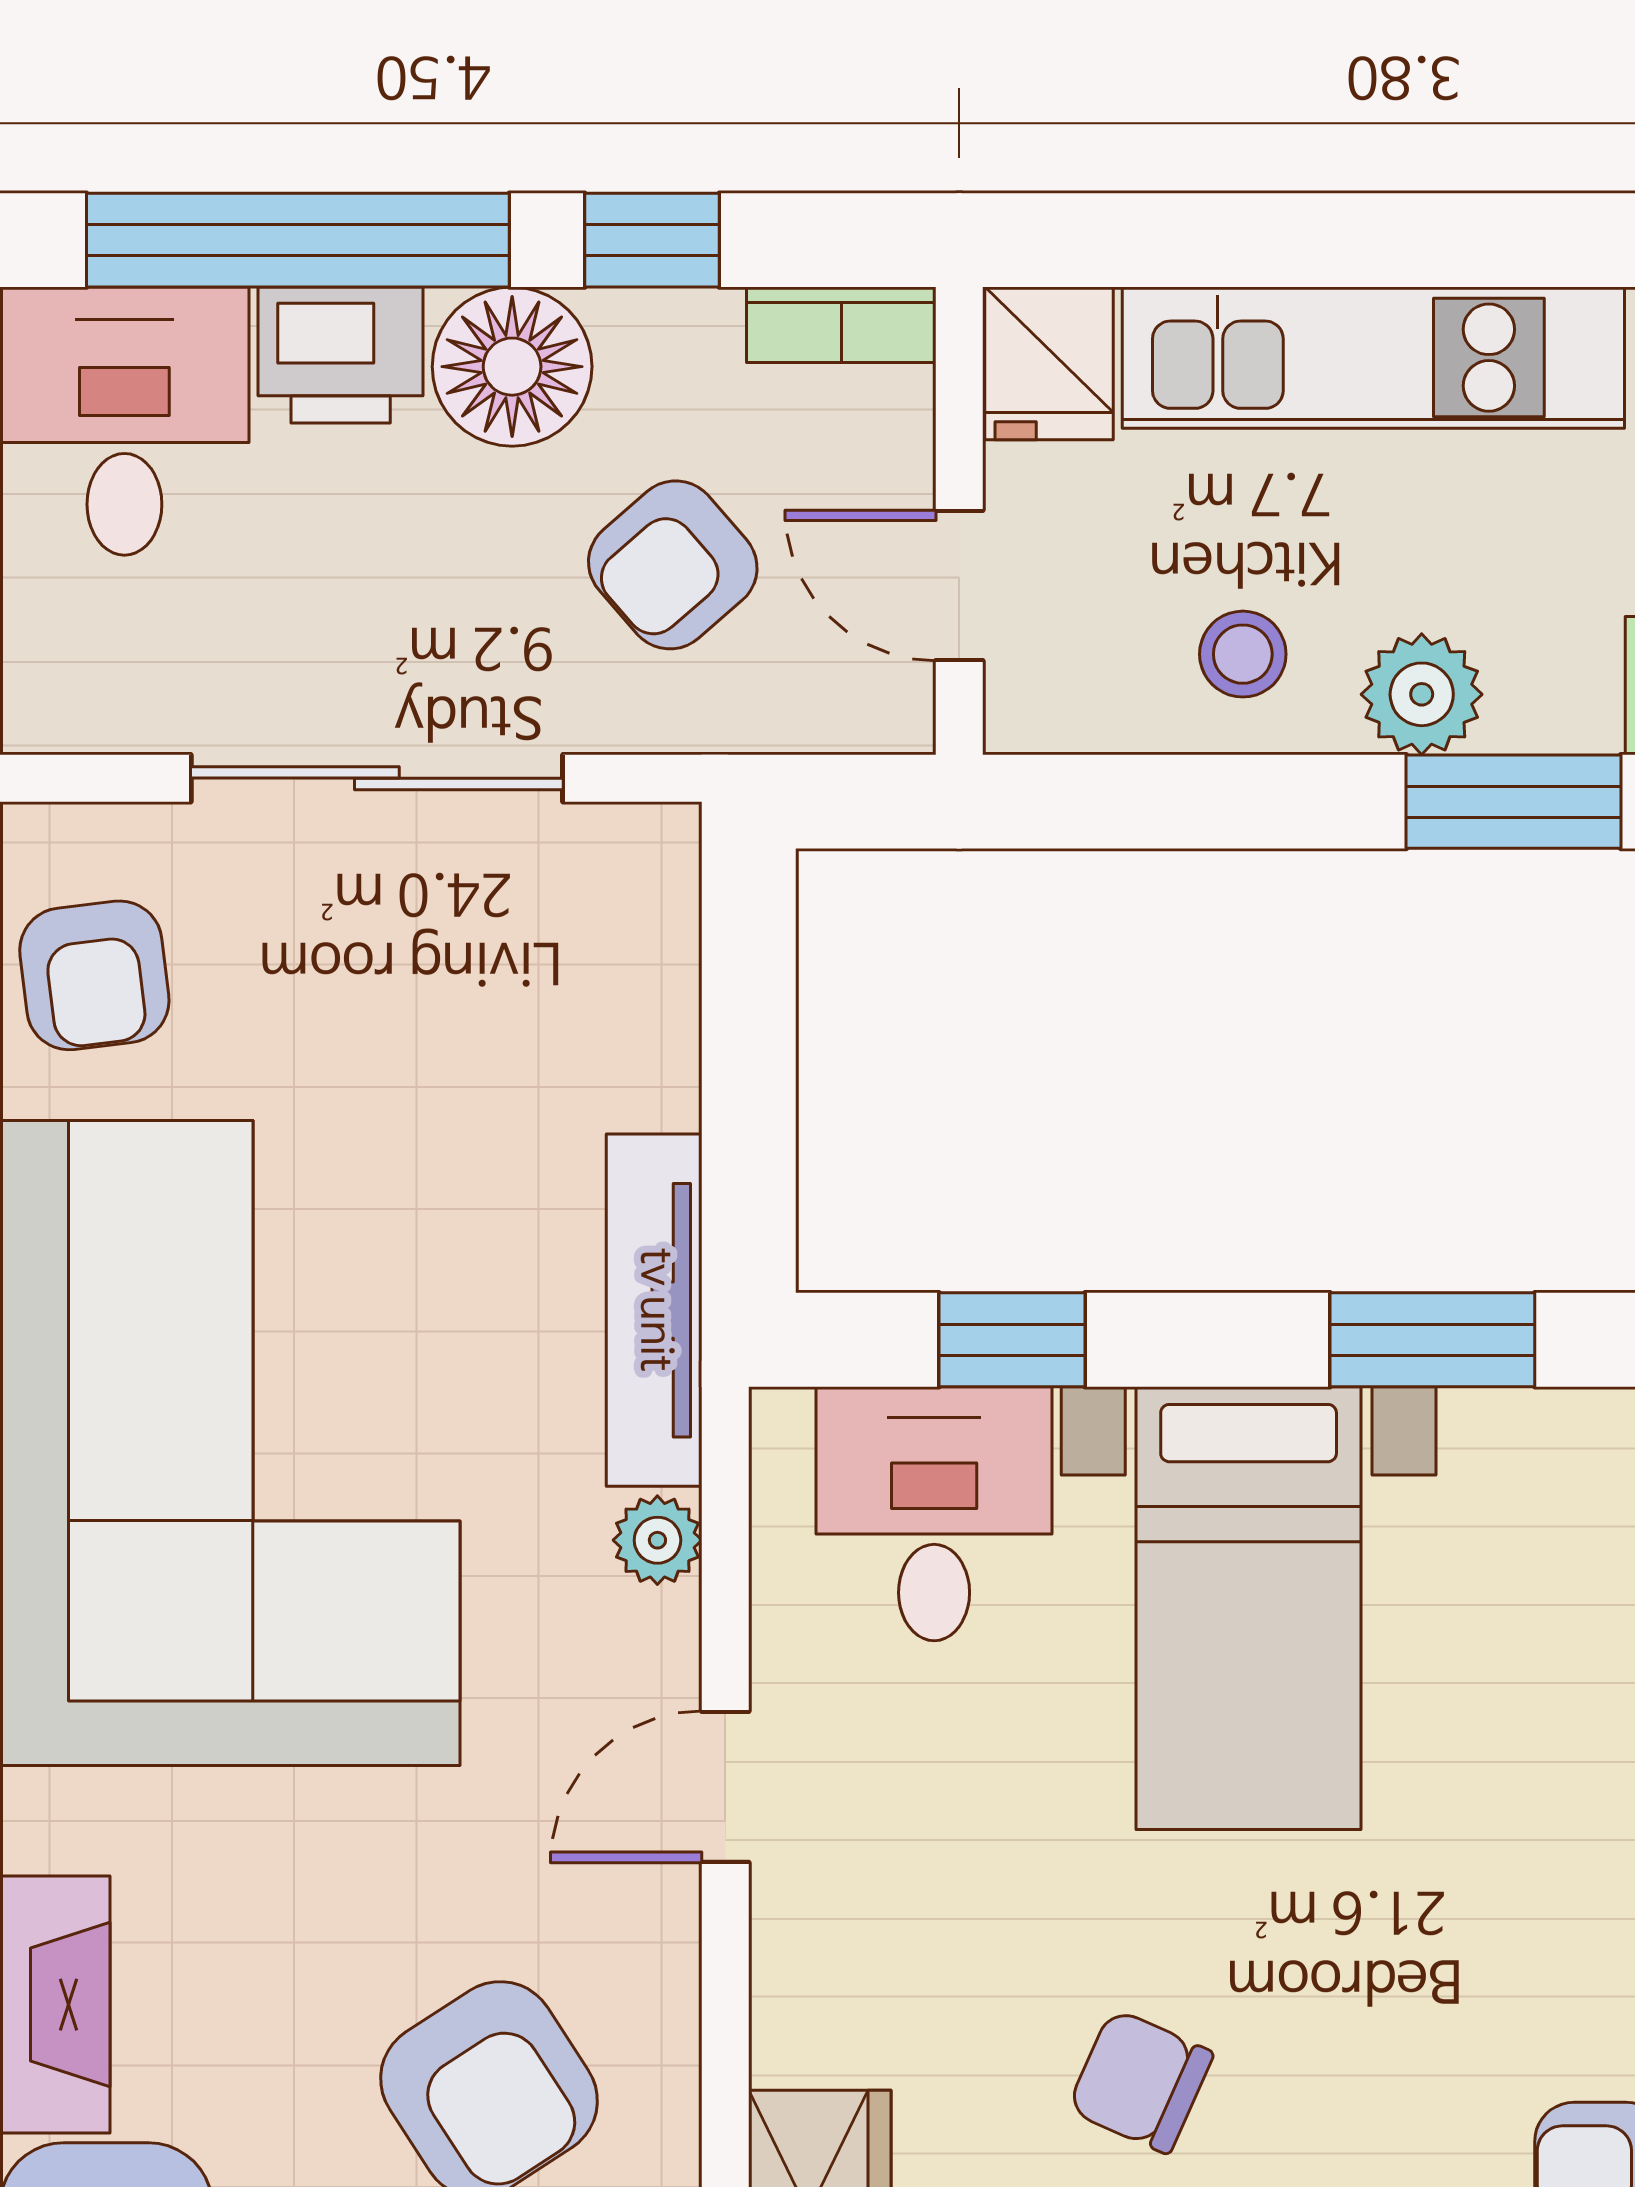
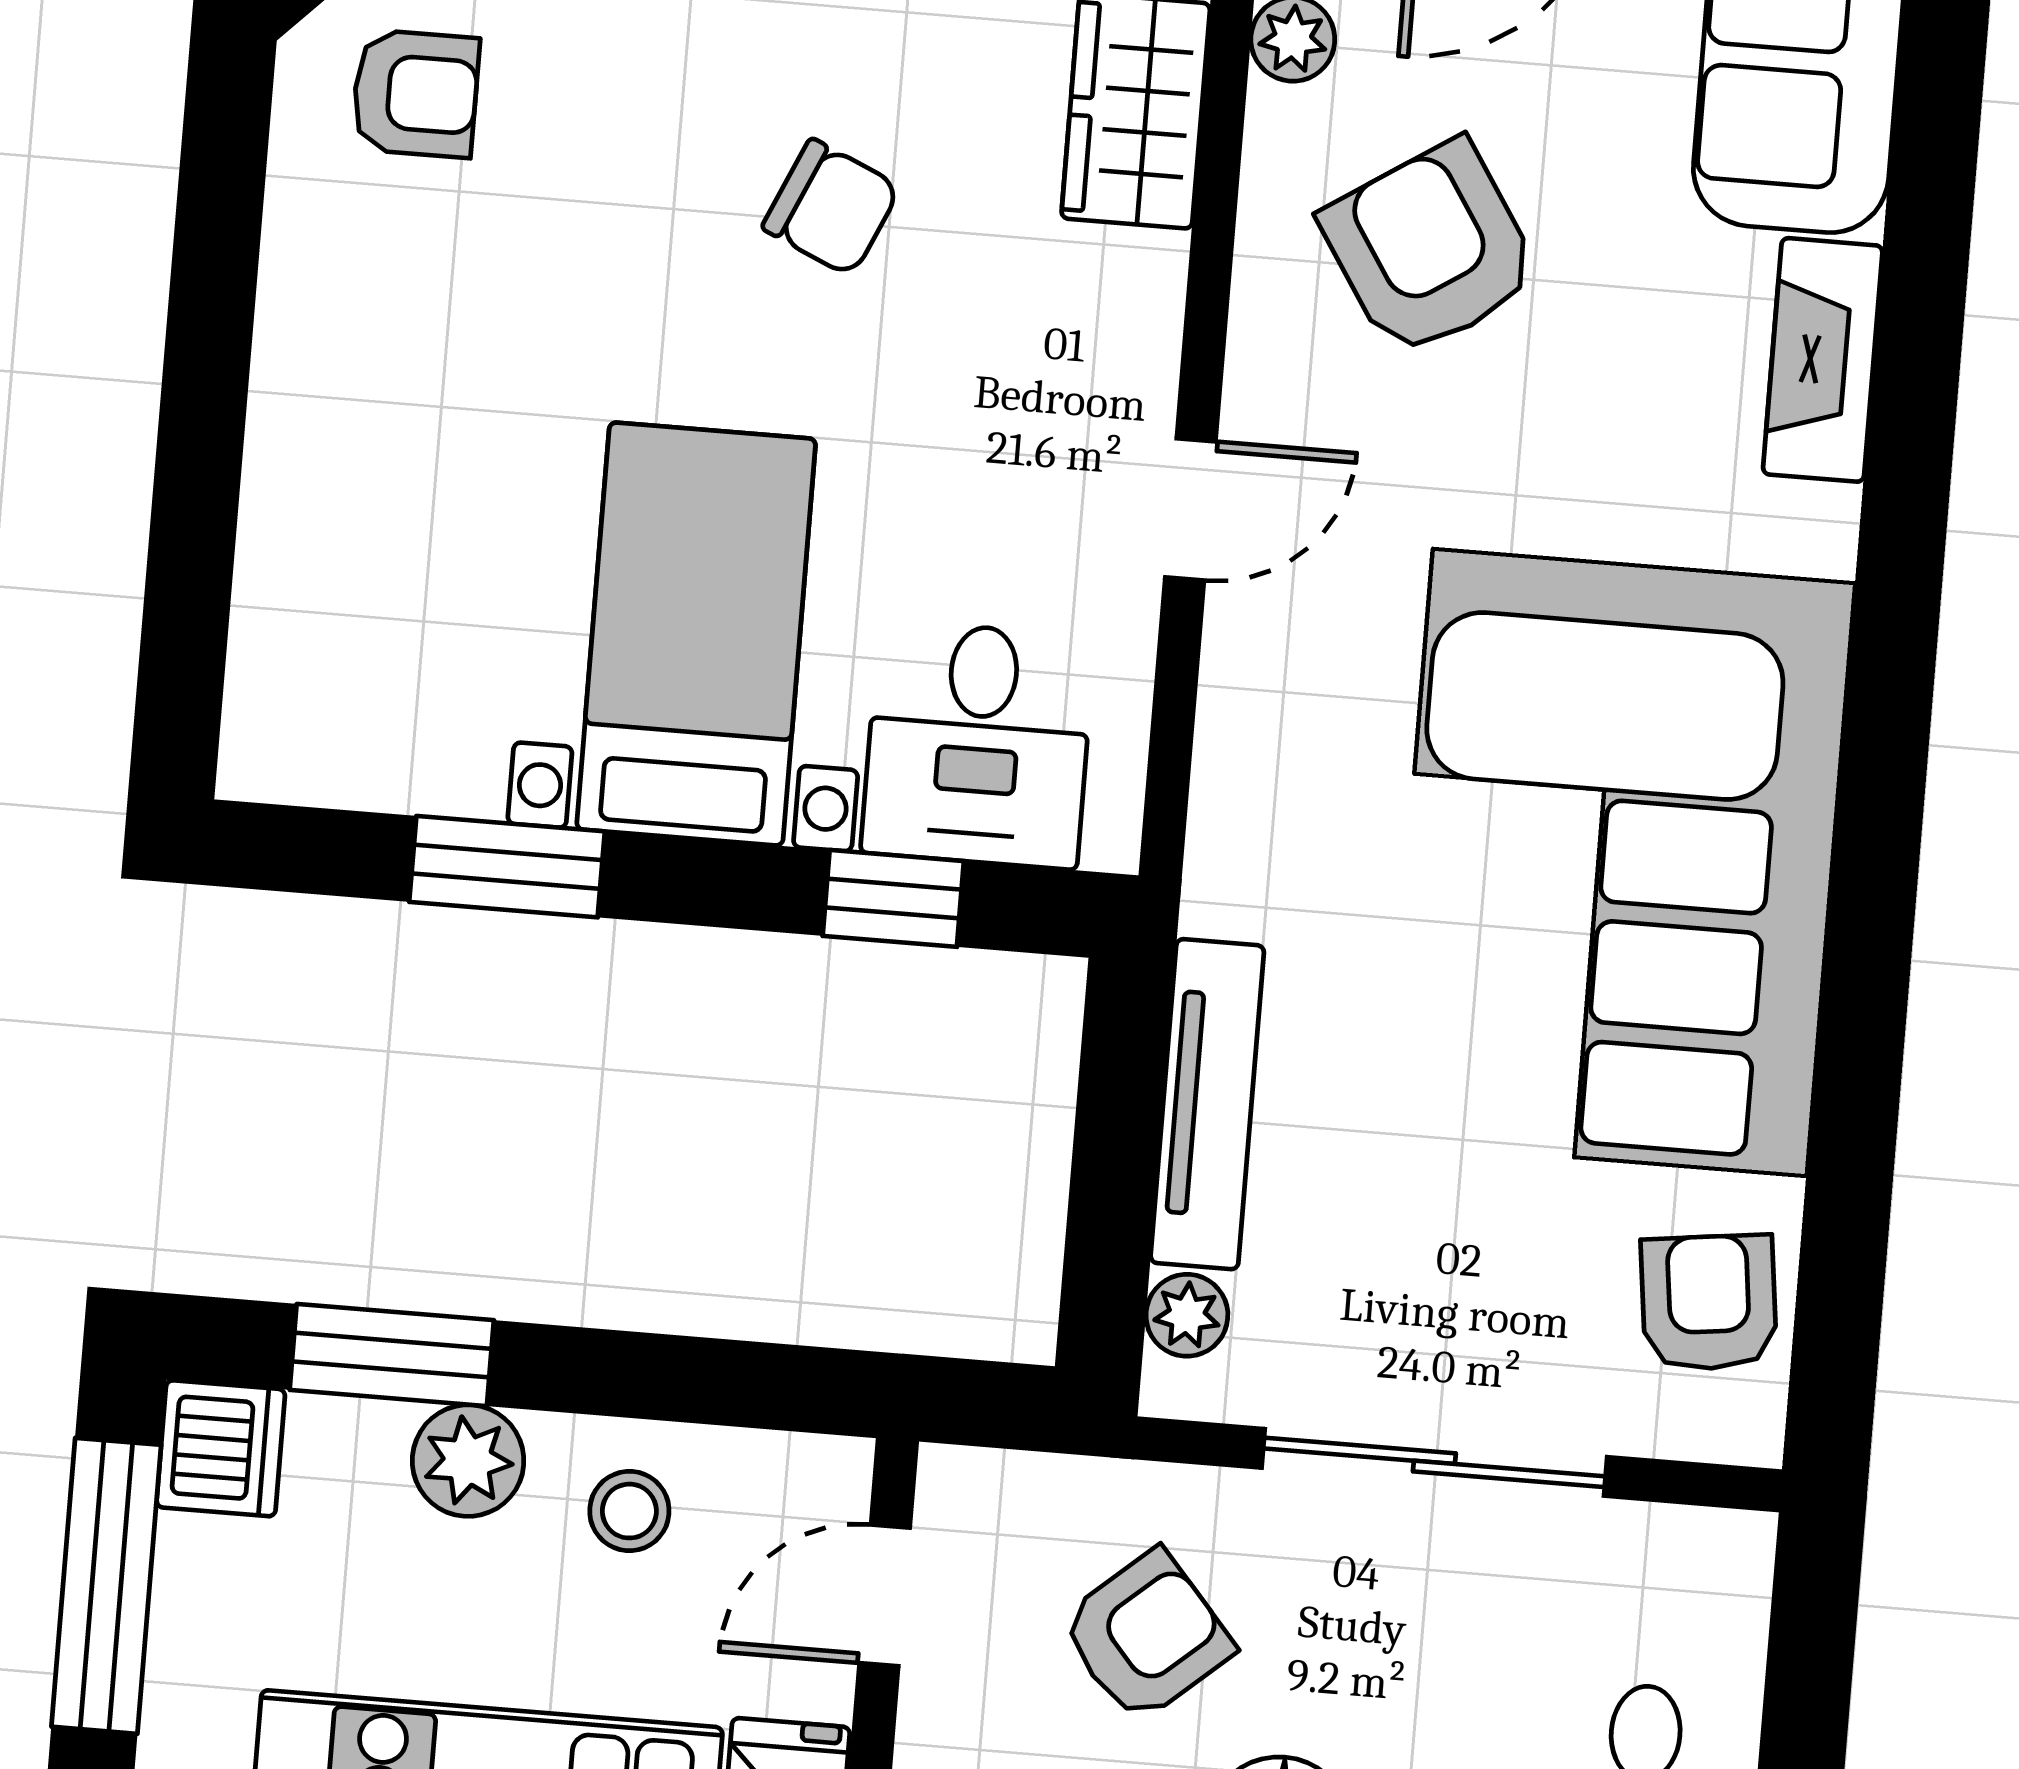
door: (959, 586) -> (885, 1595), swing flipped
tv unit: (654, 1310) -> (1207, 1104), moved
plant: (657, 1540) -> (1187, 1315), moved

